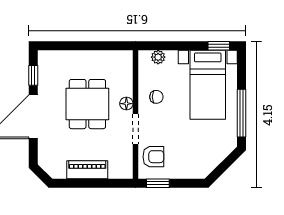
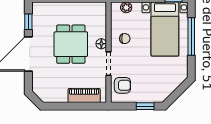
window: (241, 113) -> (191, 37), moved
piano: (87, 170) -> (84, 96), moved
window: (158, 183) -> (145, 106), moved

